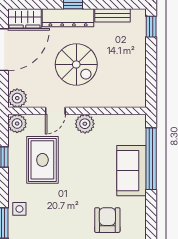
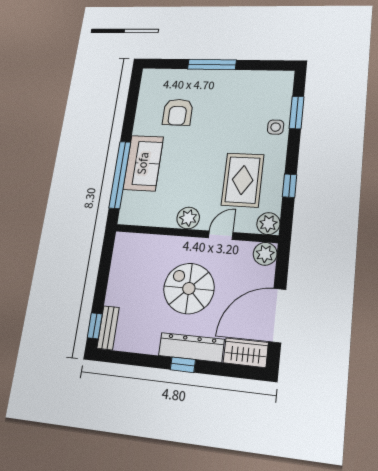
bench: (113, 15) -> (108, 328), moved, turned 90

